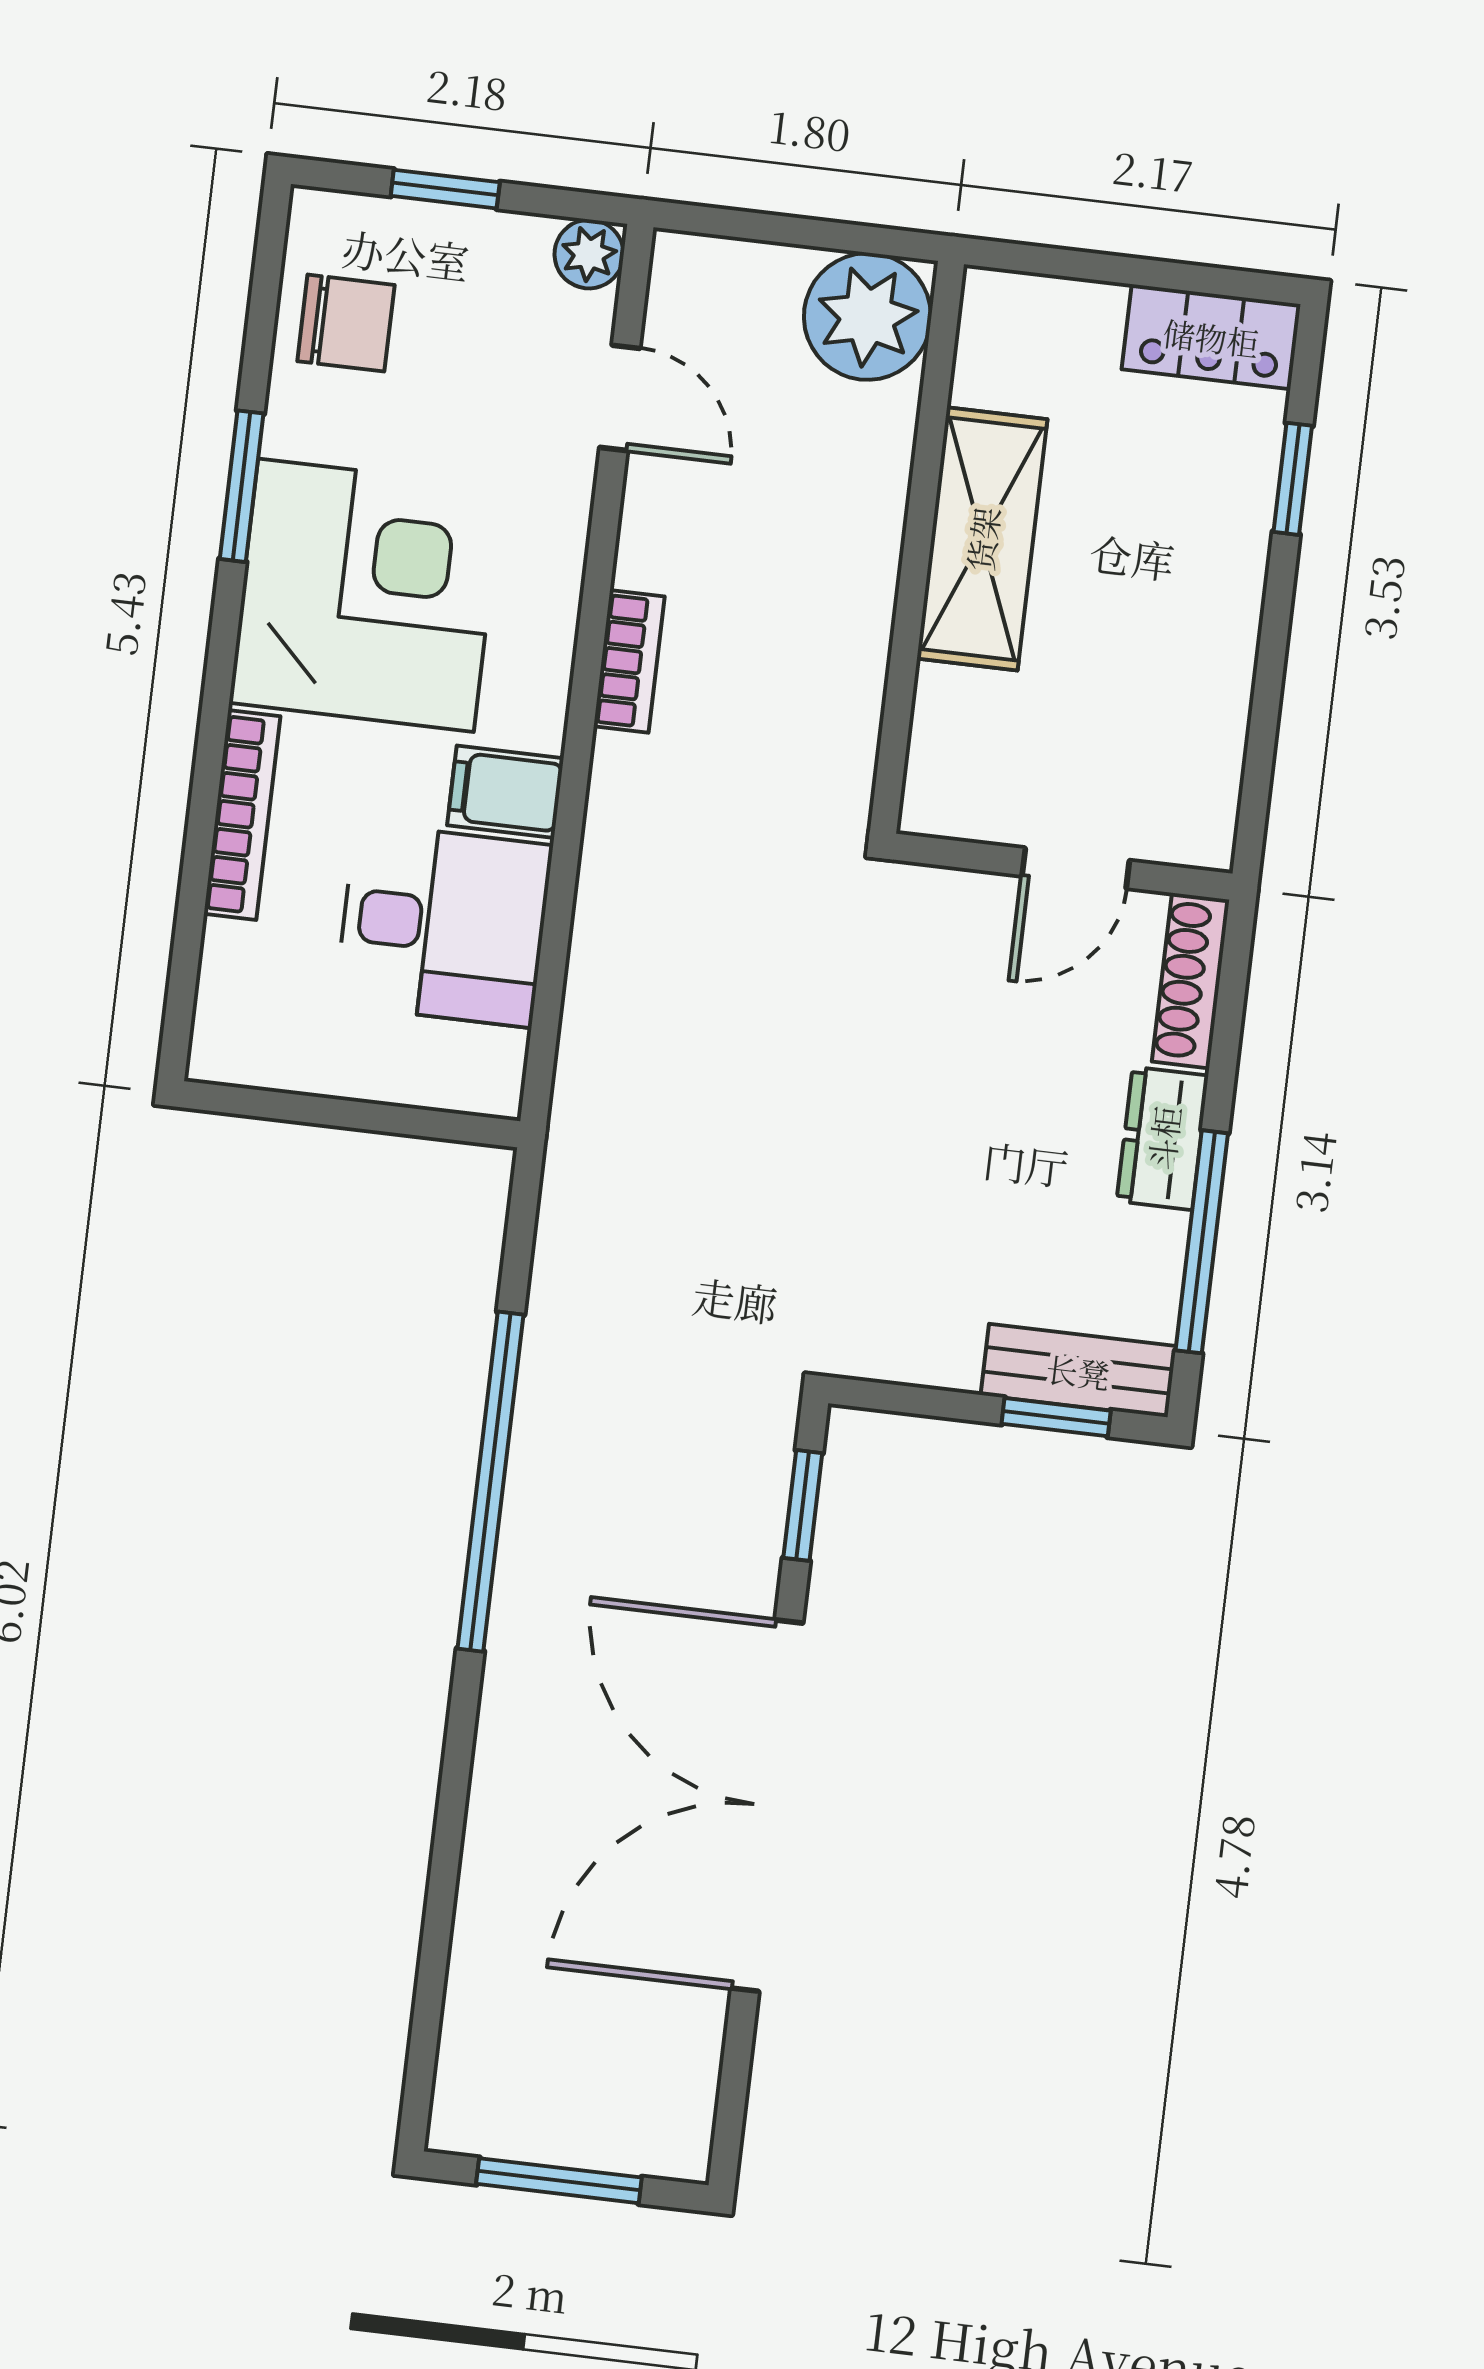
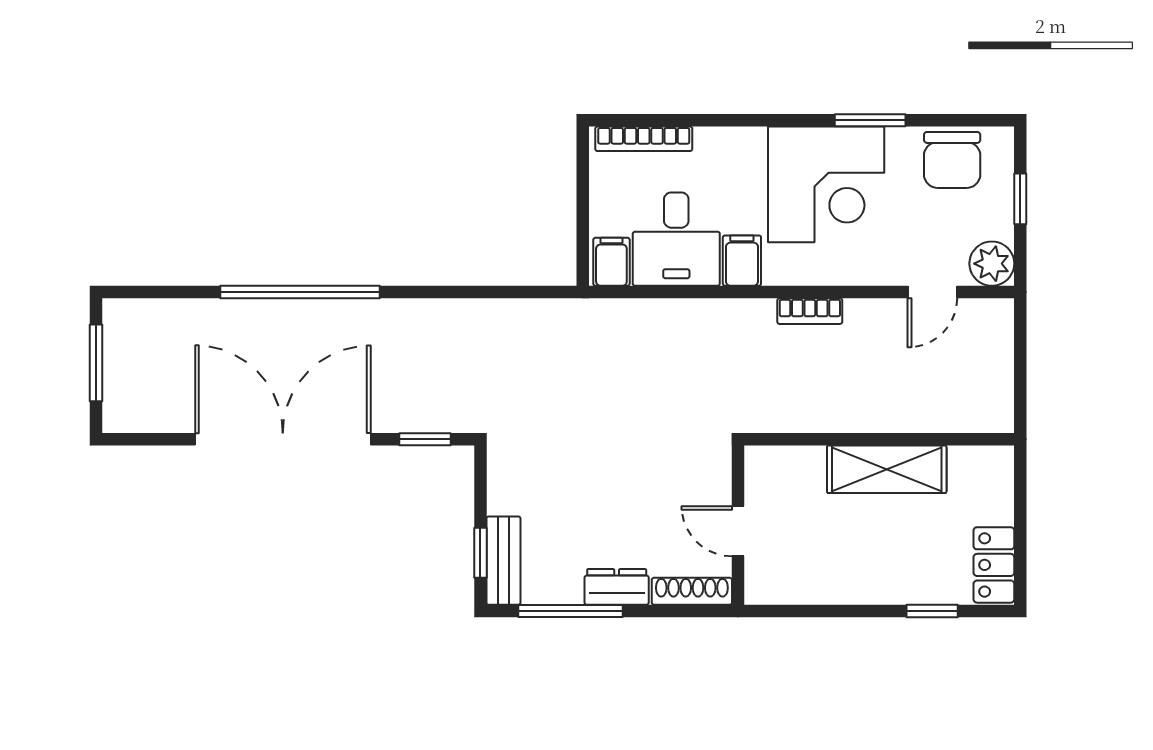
plant: (589, 254) -> (992, 264), width x1.38, depth x1.38
plant: (867, 316) -> (984, 403), removed
chair: (346, 323) -> (952, 160), width x1.37, depth x1.37
bookcase: (242, 815) -> (644, 139), moved
filing cabinet: (475, 1067) -> (611, 262), added
window: (491, 1482) -> (300, 292), moved

